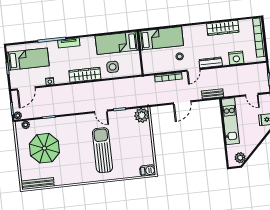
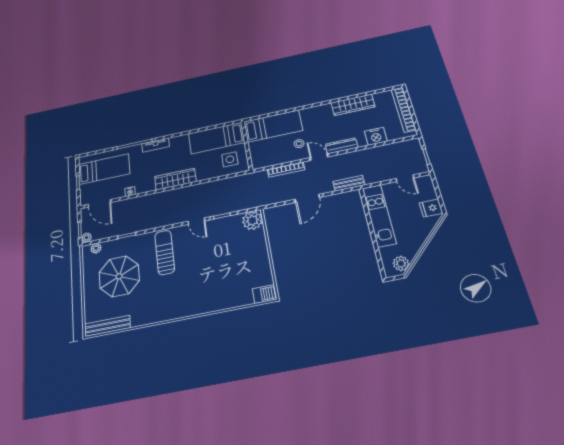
side table: (113, 67) -> (230, 159), moved
door: (193, 70) -> (319, 157), swing flipped
door: (26, 88) -> (99, 203), hinge flipped
sun lounger: (102, 150) -> (165, 252), moved, width x0.73, depth x0.75

